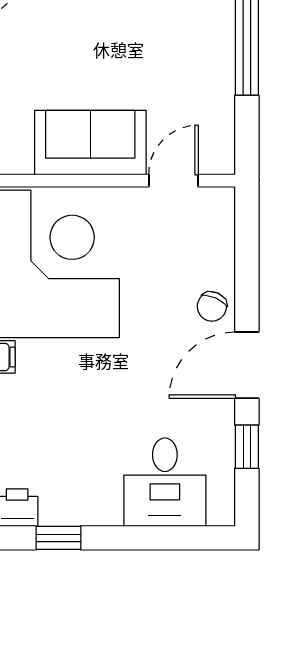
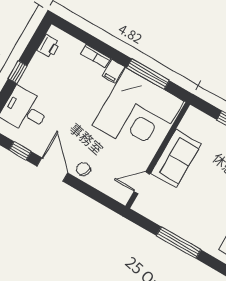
door: (173, 181) -> (142, 183), swing flipped
window: (59, 538) -> (18, 72), moved

